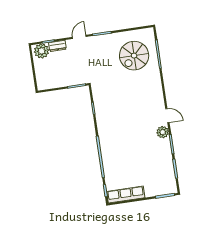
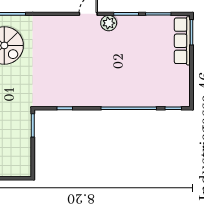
row of seats: (126, 195) -> (182, 41), moved

